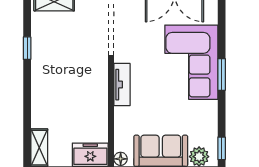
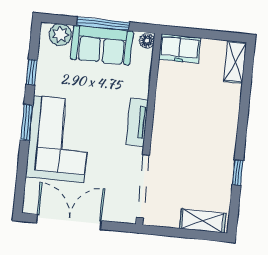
window: (222, 148) -> (32, 72), moved

